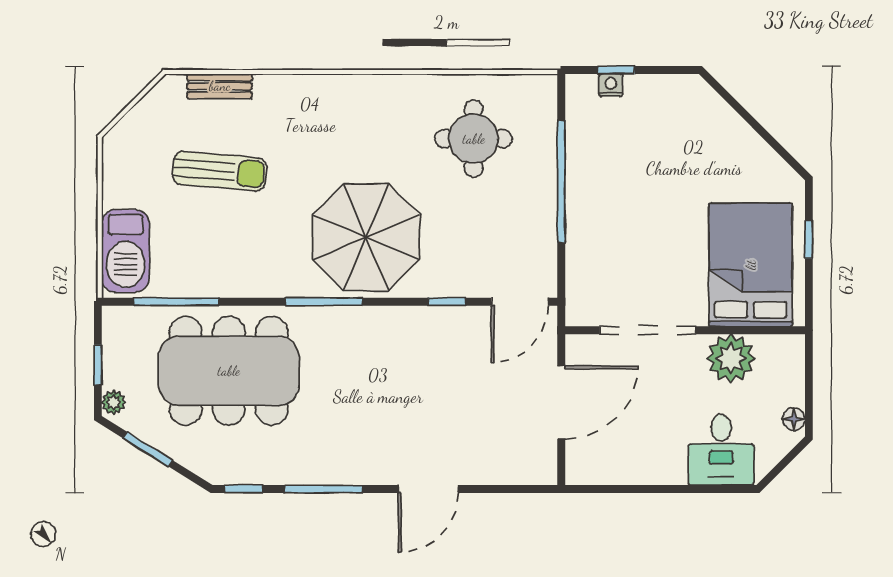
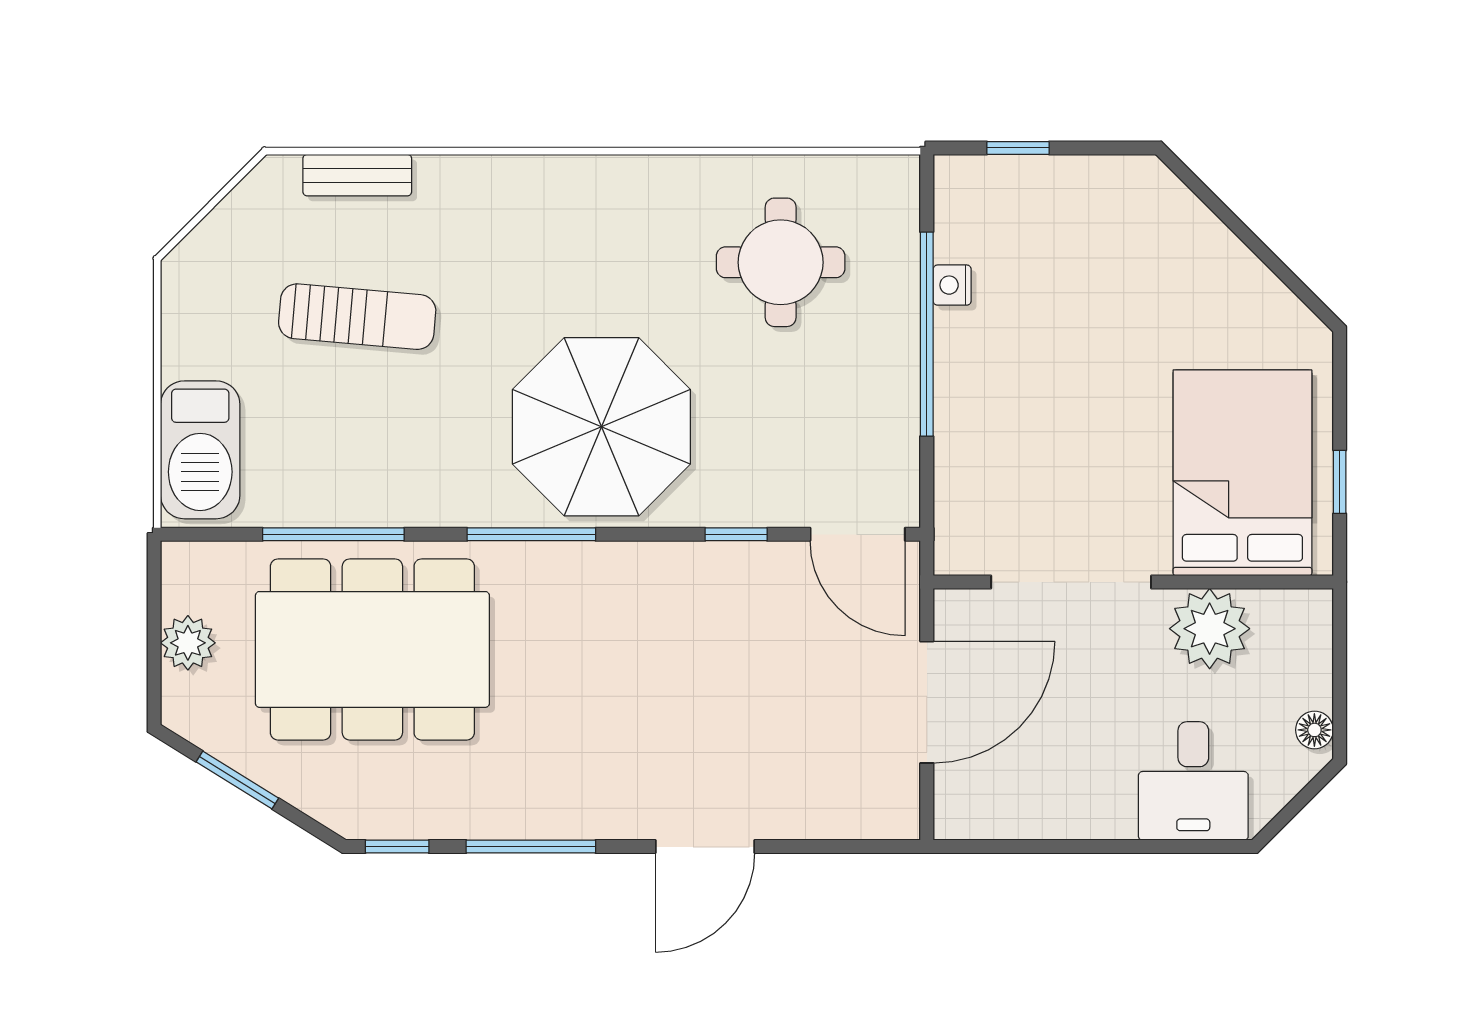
nightstand: (611, 85) -> (952, 285), moved, turned -90
window: (809, 239) -> (1340, 482), moved
window: (176, 302) -> (333, 534), moved
door: (520, 302) -> (858, 534), hinge flipped
window: (98, 365) -> (154, 640), removed
plant: (114, 402) -> (188, 643), moved, width x1.38, depth x1.38

